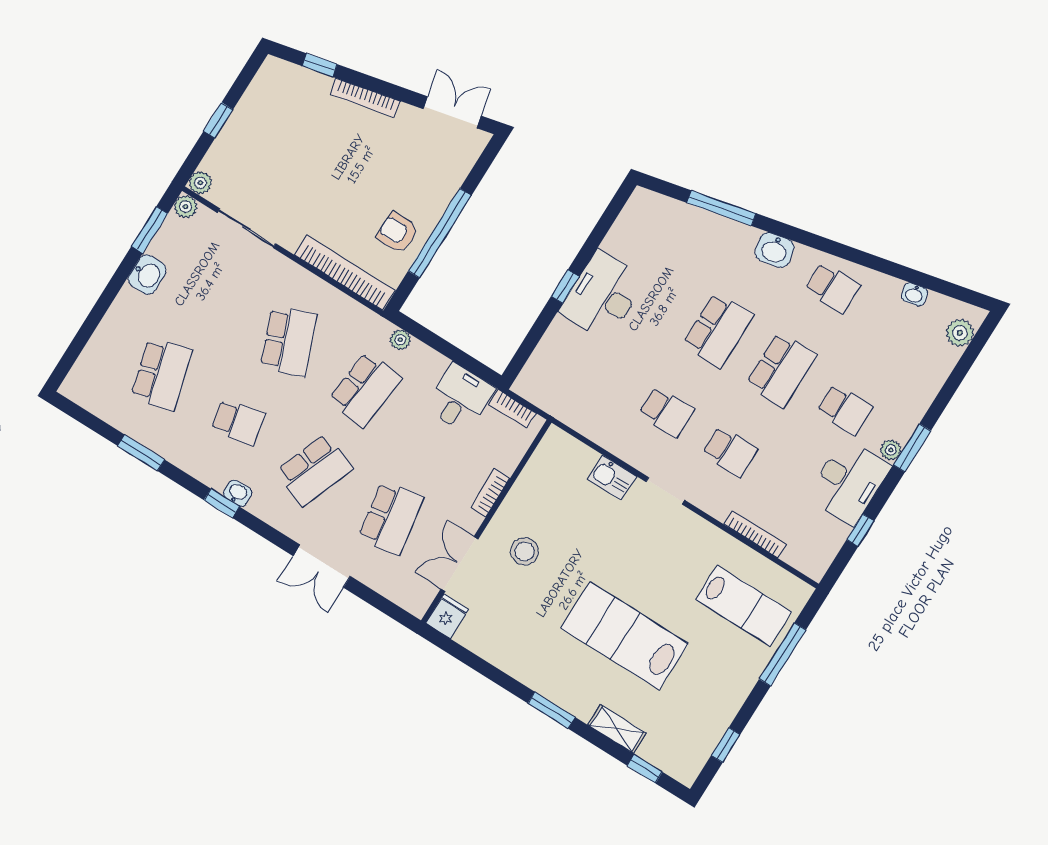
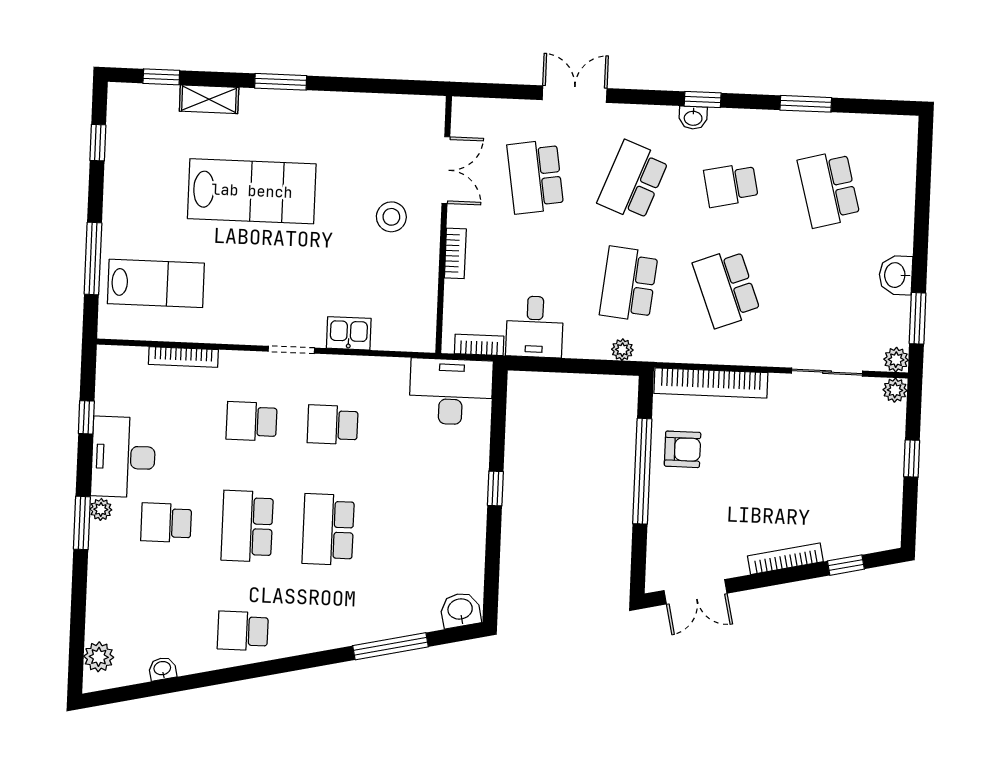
washbasin: (775, 250) -> (460, 610), moved
desk: (603, 296) -> (451, 392), moved, turned -90
lab bench: (743, 606) -> (156, 283), turned 180
fridge: (447, 616) -> (429, 114), removed

